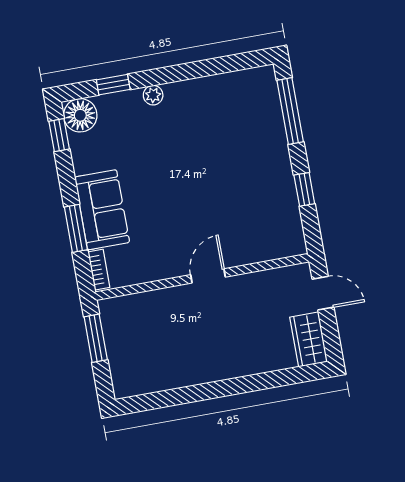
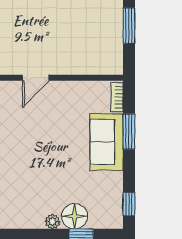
floor lamp: (80, 115) -> (74, 216), moved
window: (96, 338) -> (129, 26), moved

